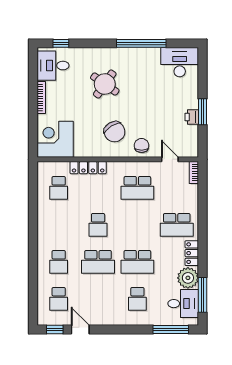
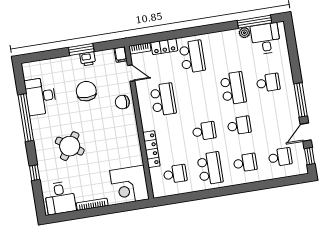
window: (61, 43) -> (35, 173), moved
desk: (180, 62) -> (41, 96), moved
chair: (115, 132) -> (86, 91), moved, turned -58
filing cabinet: (191, 152) -> (121, 54), added
door: (170, 159) -> (131, 73), swing flipped
school desk: (59, 225) -> (210, 168), added
locker: (192, 253) -> (164, 47), moved
school desk: (98, 262) -> (239, 126), width x0.54
plant: (188, 278) -> (244, 33), width x0.53, depth x0.53
window: (171, 330) -> (301, 100), moved

